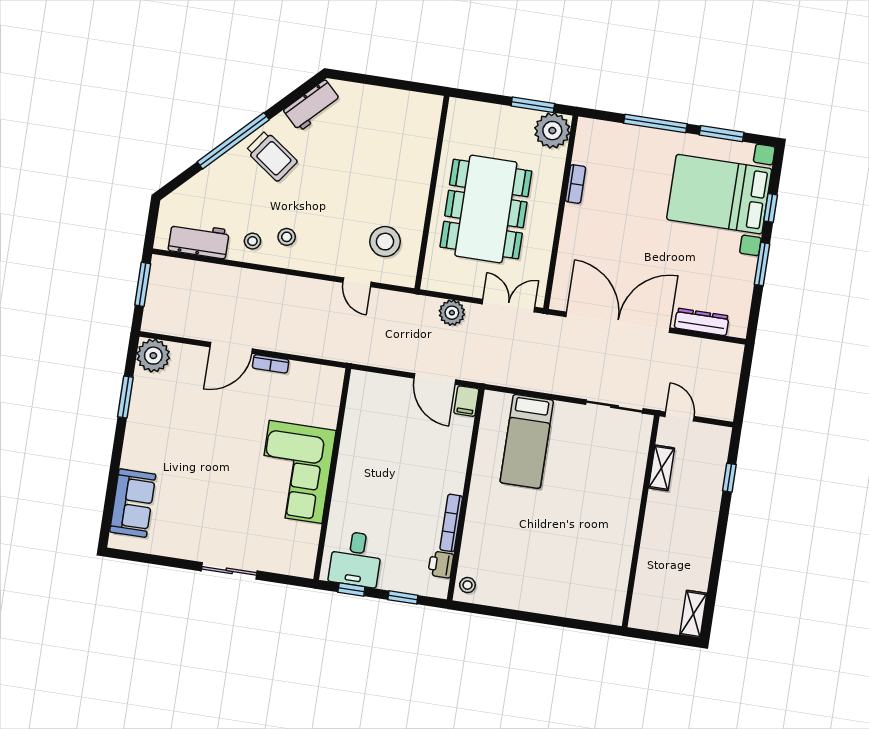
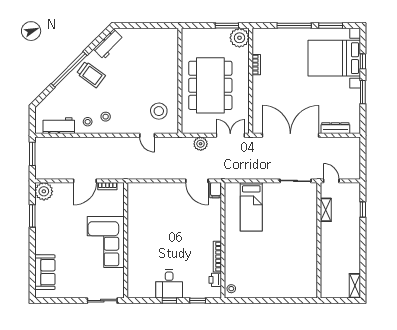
corner sofa: (296, 472) -> (106, 242), moved
wall: (332, 474) -> (126, 240), moved

